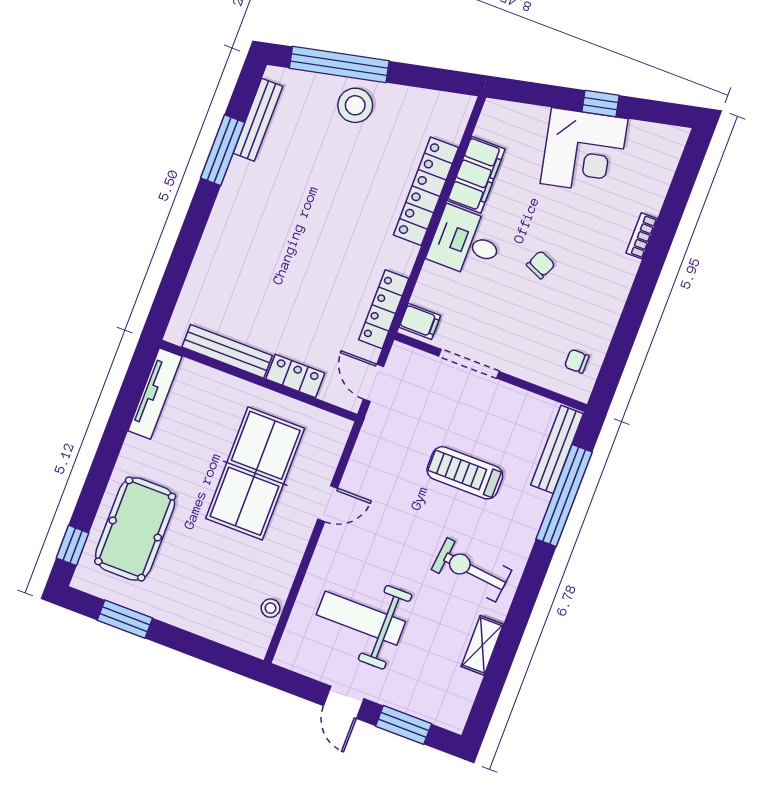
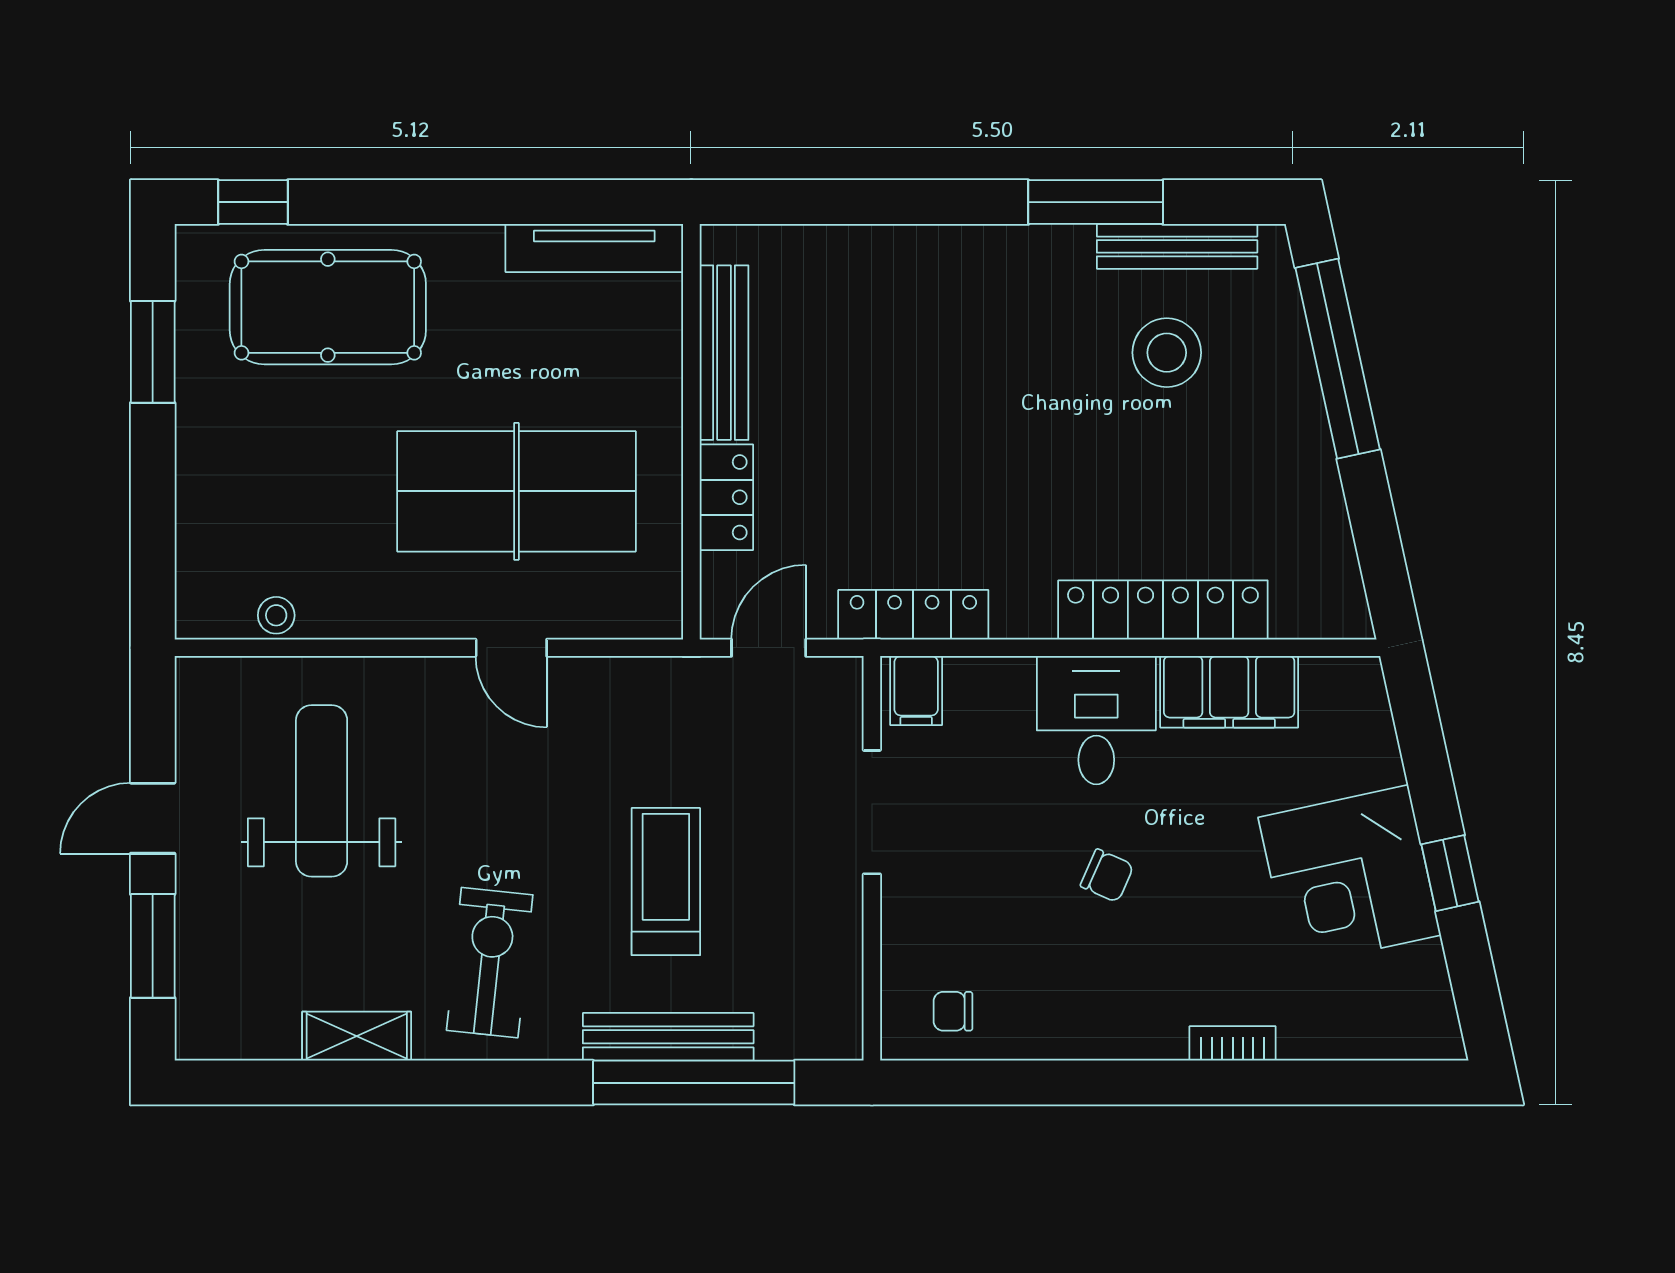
stool: (355, 105) -> (1167, 353), moved
chair: (577, 361) -> (953, 1011), turned -90
bench: (557, 449) -> (668, 1037), moved

